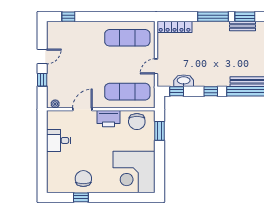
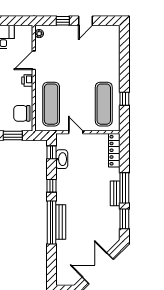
window: (68, 17) -> (124, 99), moved
bench: (243, 26) -> (115, 193), moved
door: (42, 56) -> (85, 21), hinge flipped
door: (82, 109) -> (34, 60), swing flipped
printer: (108, 119) -> (27, 80), width x0.53, depth x0.68

